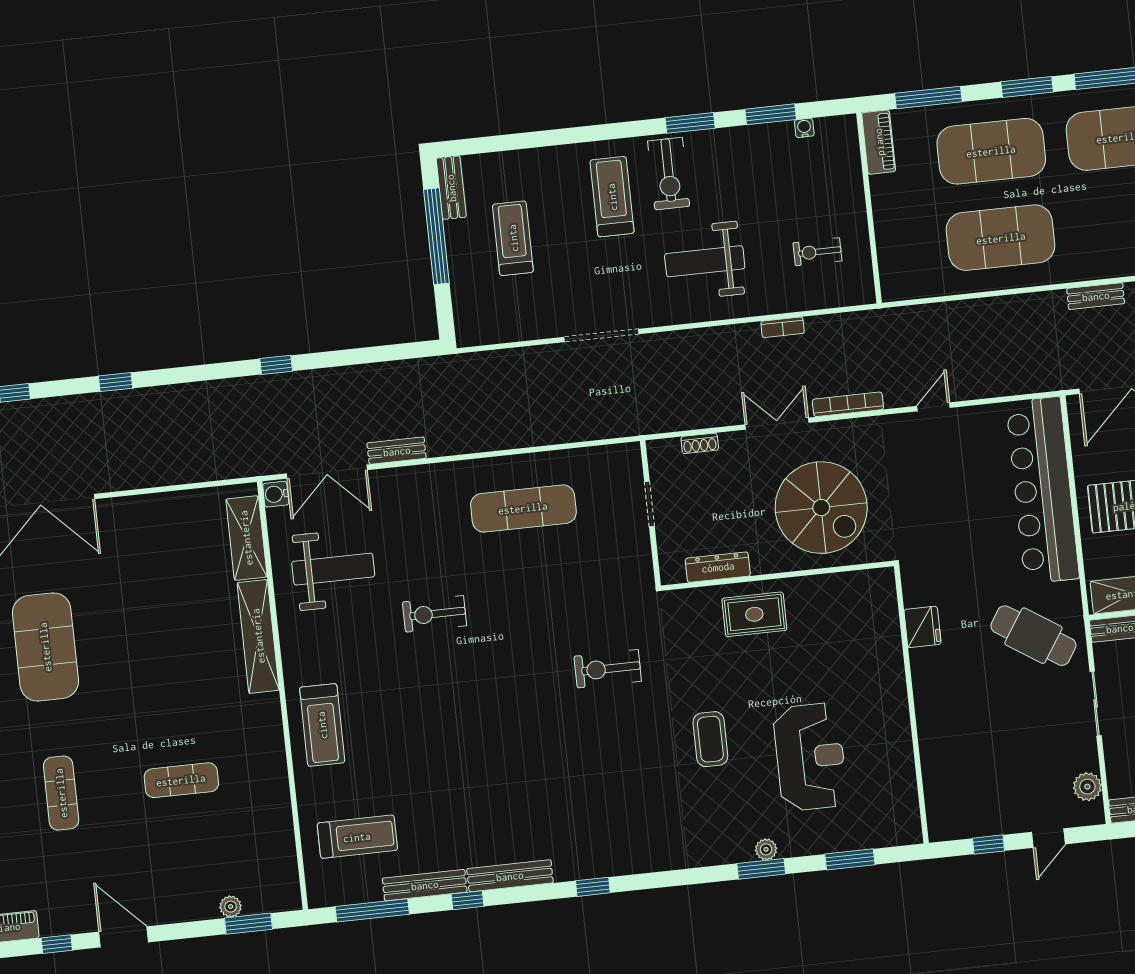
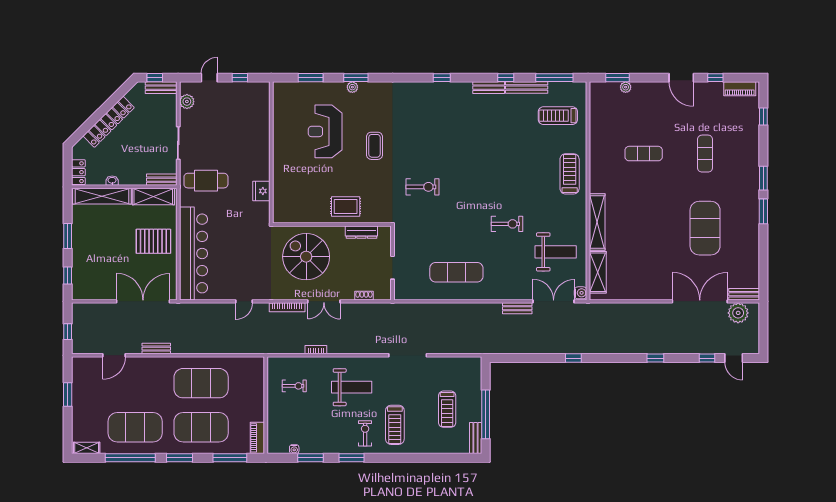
exercise bike: (669, 174) -> (365, 433), width x0.73, depth x0.72
weight bench: (333, 569) -> (556, 252), turned 180
cafe table: (1033, 636) -> (206, 181), turned -33
bench: (510, 876) -> (489, 88), width x0.73

